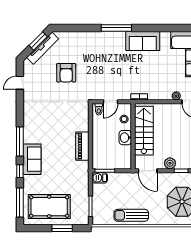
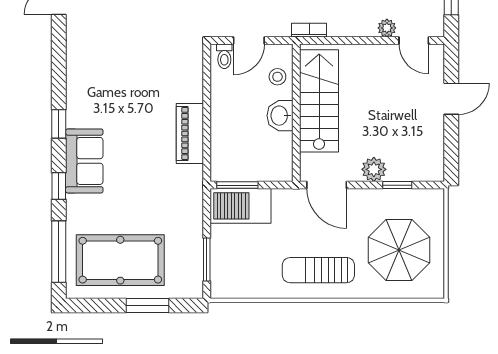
window: (20, 141) -> (59, 124), width x0.46
barbecue: (100, 178) -> (241, 206), width x1.88, depth x1.53
sun lounger: (131, 215) -> (318, 270), moved

